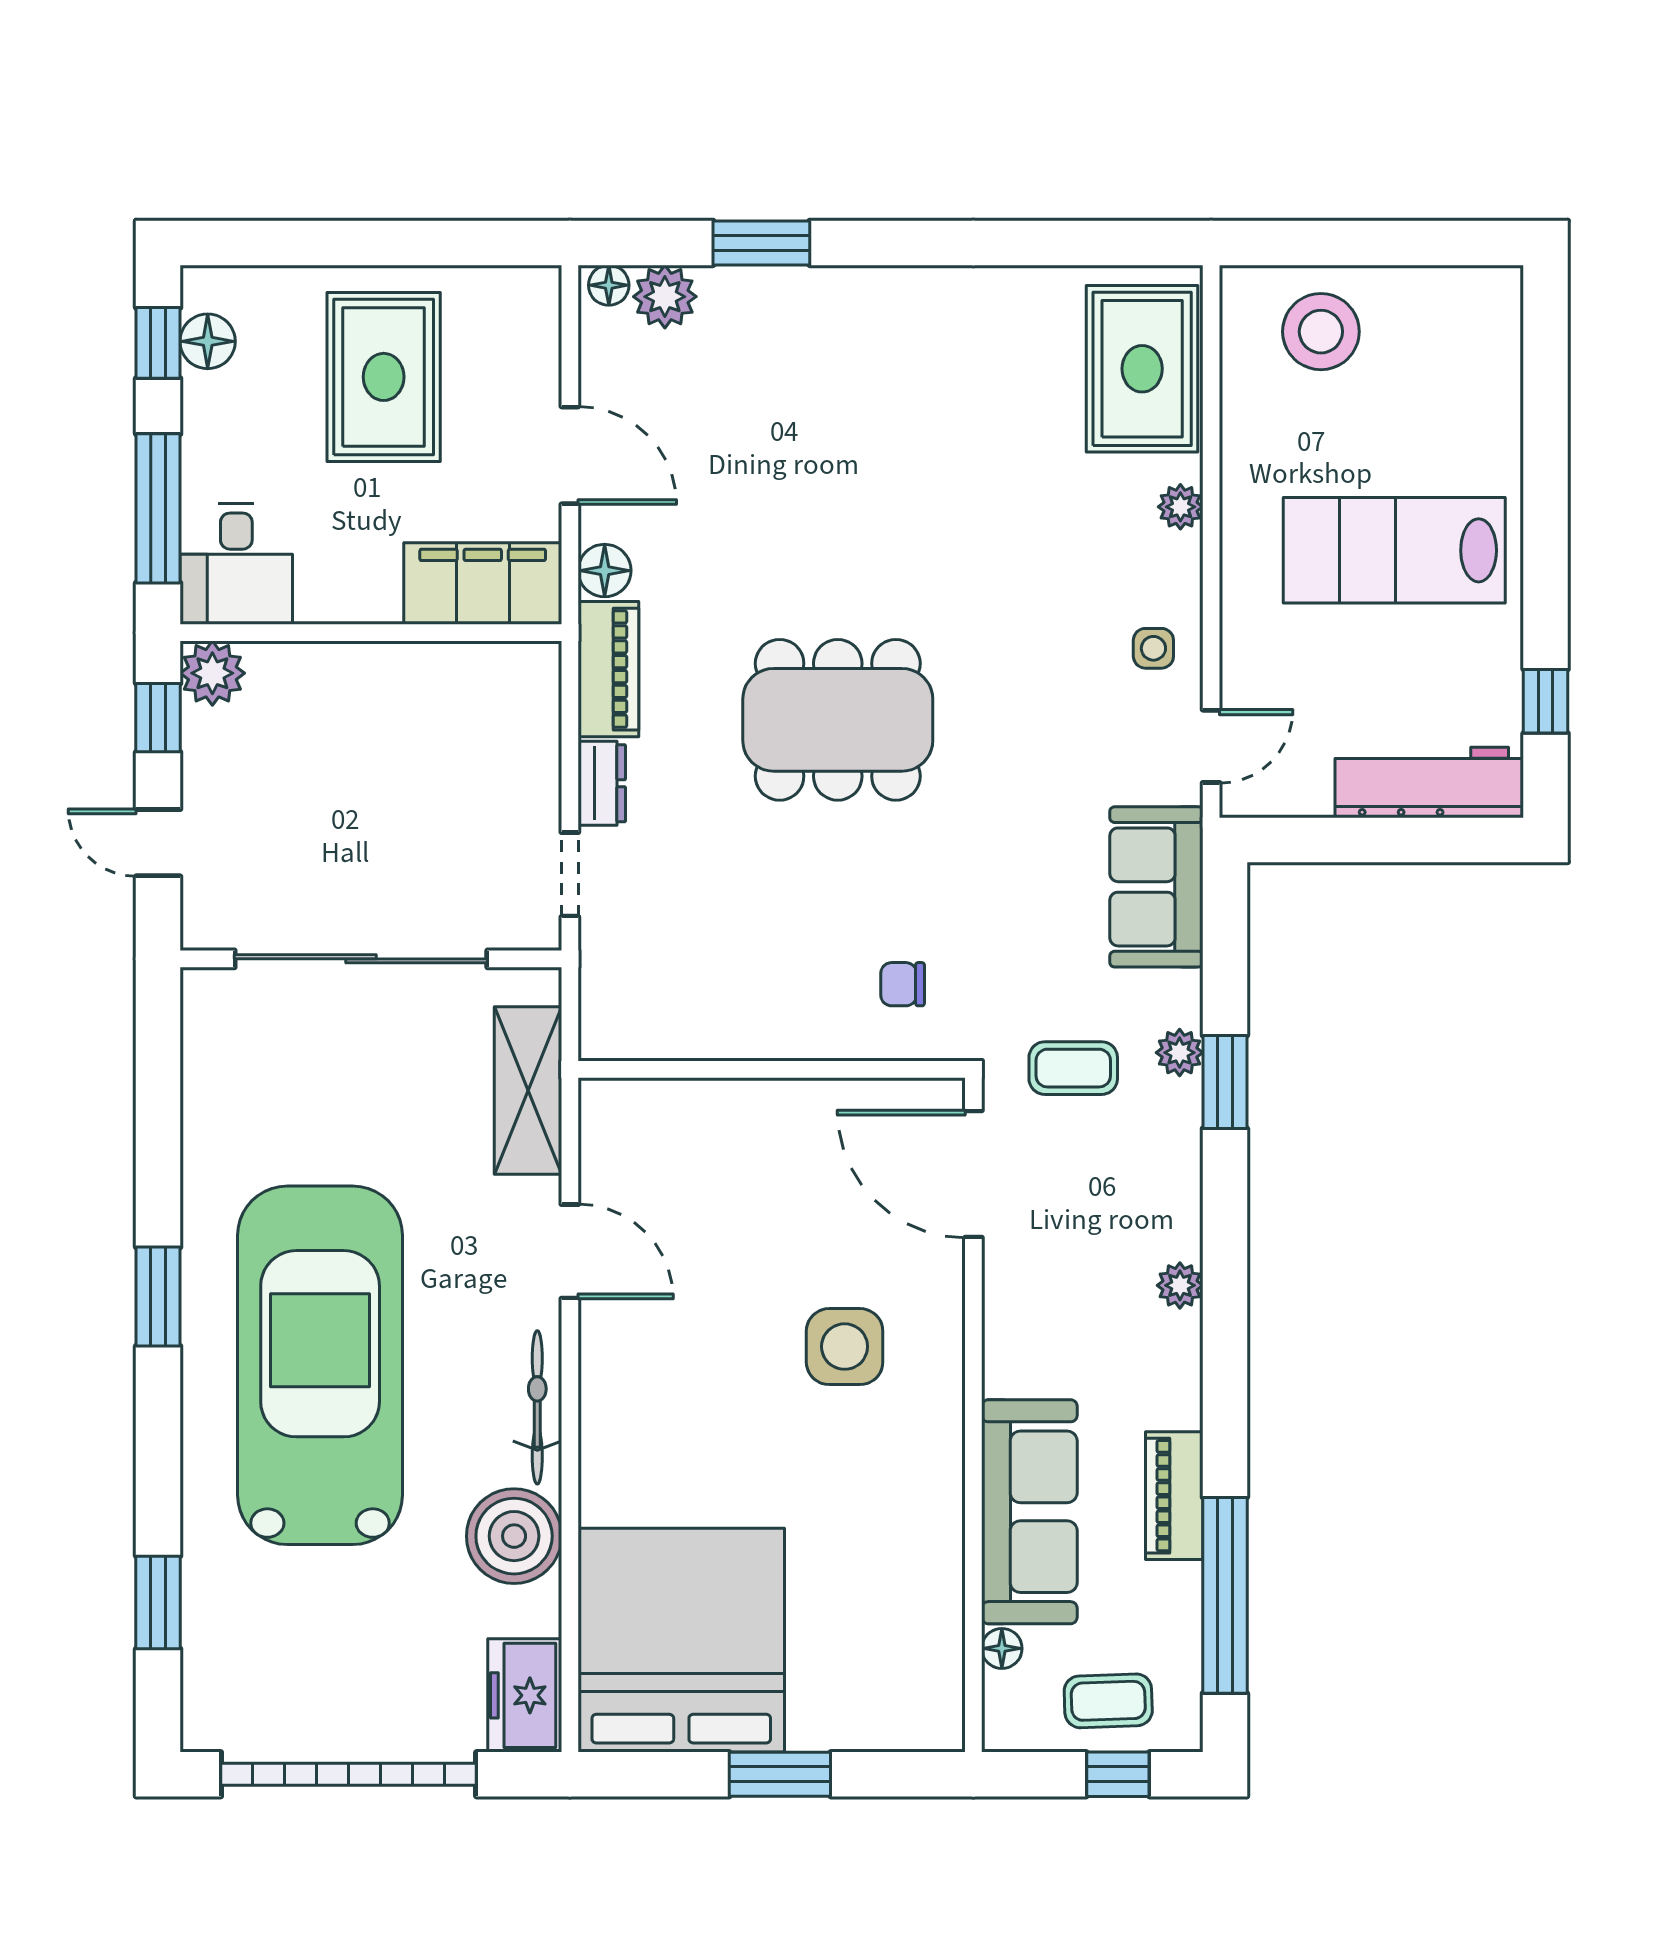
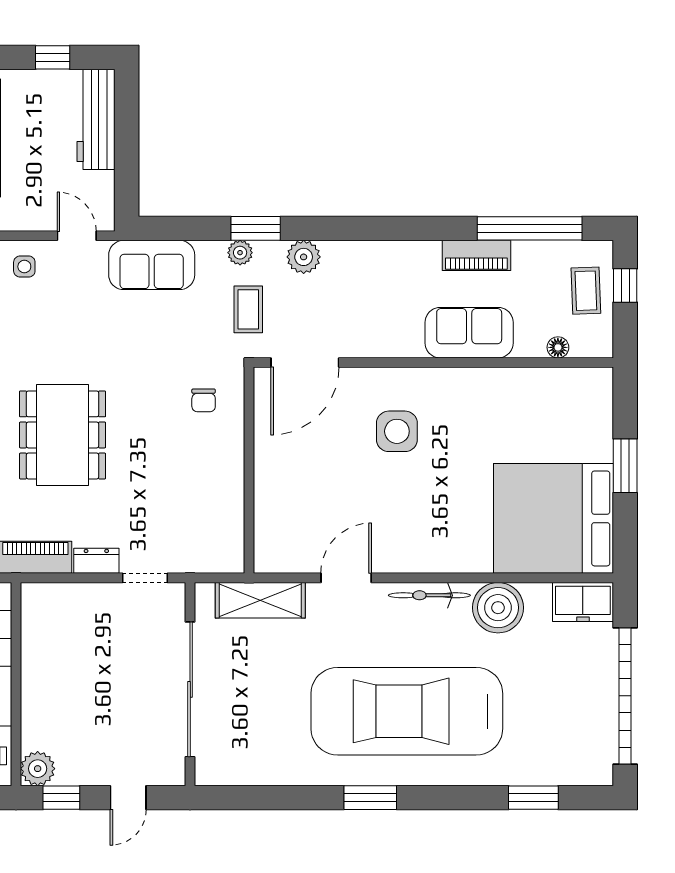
plant: (1180, 1285) -> (304, 257), moved, width x1.38, depth x1.38
sofa: (1029, 1512) -> (469, 333), width x0.73

